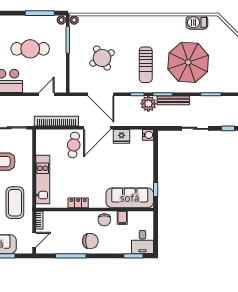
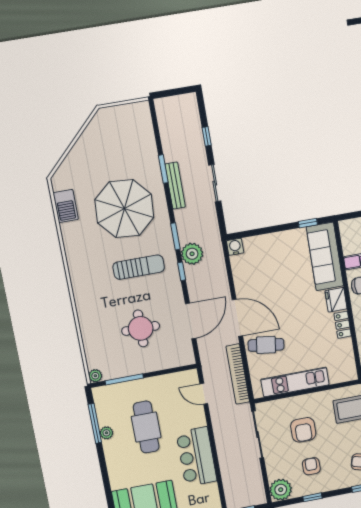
plant: (61, 20) -> (106, 433), moved
round table: (102, 58) -> (141, 328), turned 30
bench: (173, 100) -> (175, 186), moved
fridge: (122, 136) -> (336, 300), moved, turned 180
kitchen unit: (43, 179) -> (295, 382), moved

